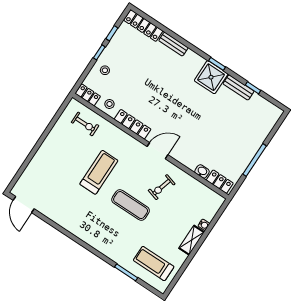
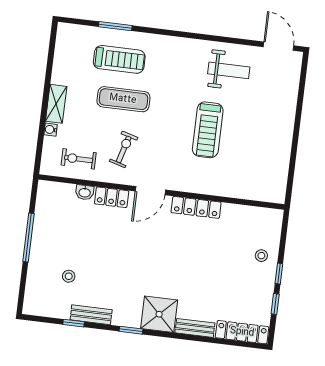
shower: (211, 77) -> (159, 314), moved
locker: (88, 95) -> (267, 216), removed
stool: (109, 104) -> (69, 276), moved
exercise bike: (85, 124) -> (79, 159), moved
locker: (220, 182) -> (112, 197), moved
weight bench: (65, 205) -> (229, 70), added
exercise mat: (131, 205) -> (123, 99), moved
treadmill: (154, 263) -> (119, 59), moved

